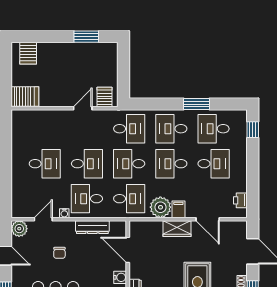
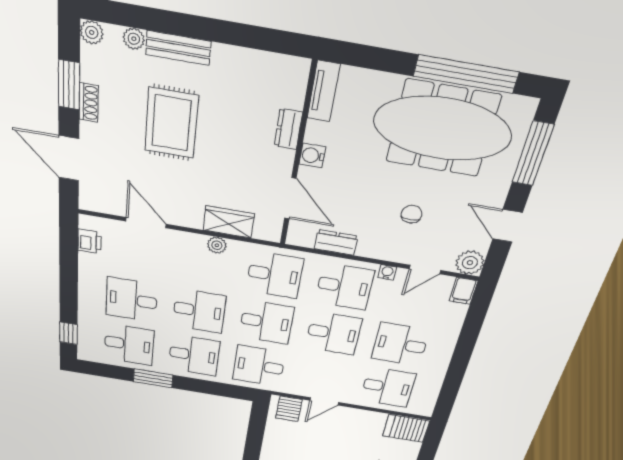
desk: (45, 129) -> (388, 387), added
desk: (87, 164) -> (334, 333), turned 180
desk: (129, 199) -> (275, 275), turned 180
plant: (160, 207) -> (217, 245), width x0.53, depth x0.53
filing cabinet: (178, 209) -> (463, 291), moved
dresser: (92, 227) -> (336, 242), width x0.70
wardrobe: (177, 229) -> (229, 222), moved

